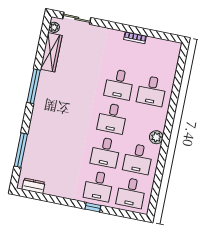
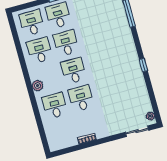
wardrobe: (51, 52) -> (143, 97), removed
window: (34, 86) -> (143, 65), width x0.46
plant: (156, 137) -> (38, 86), moved

